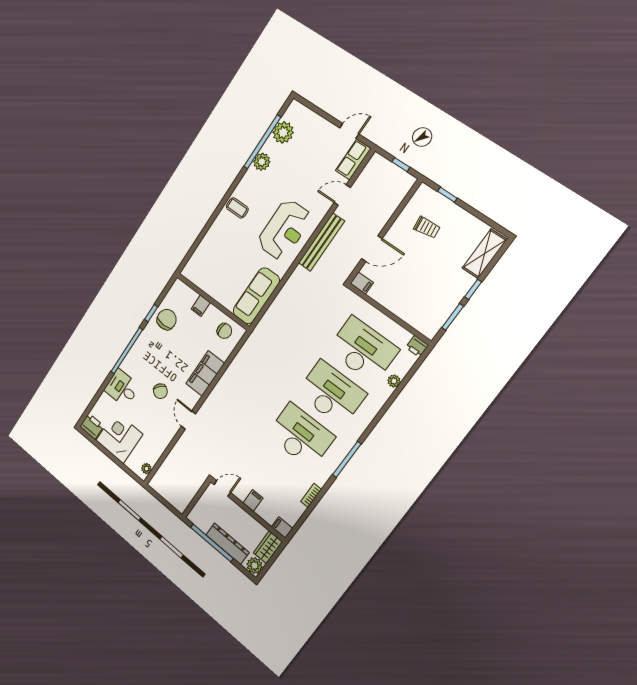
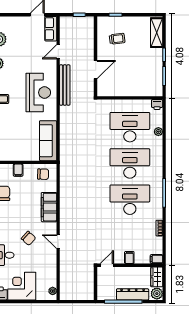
filing cabinet: (362, 283) -> (103, 92), removed

